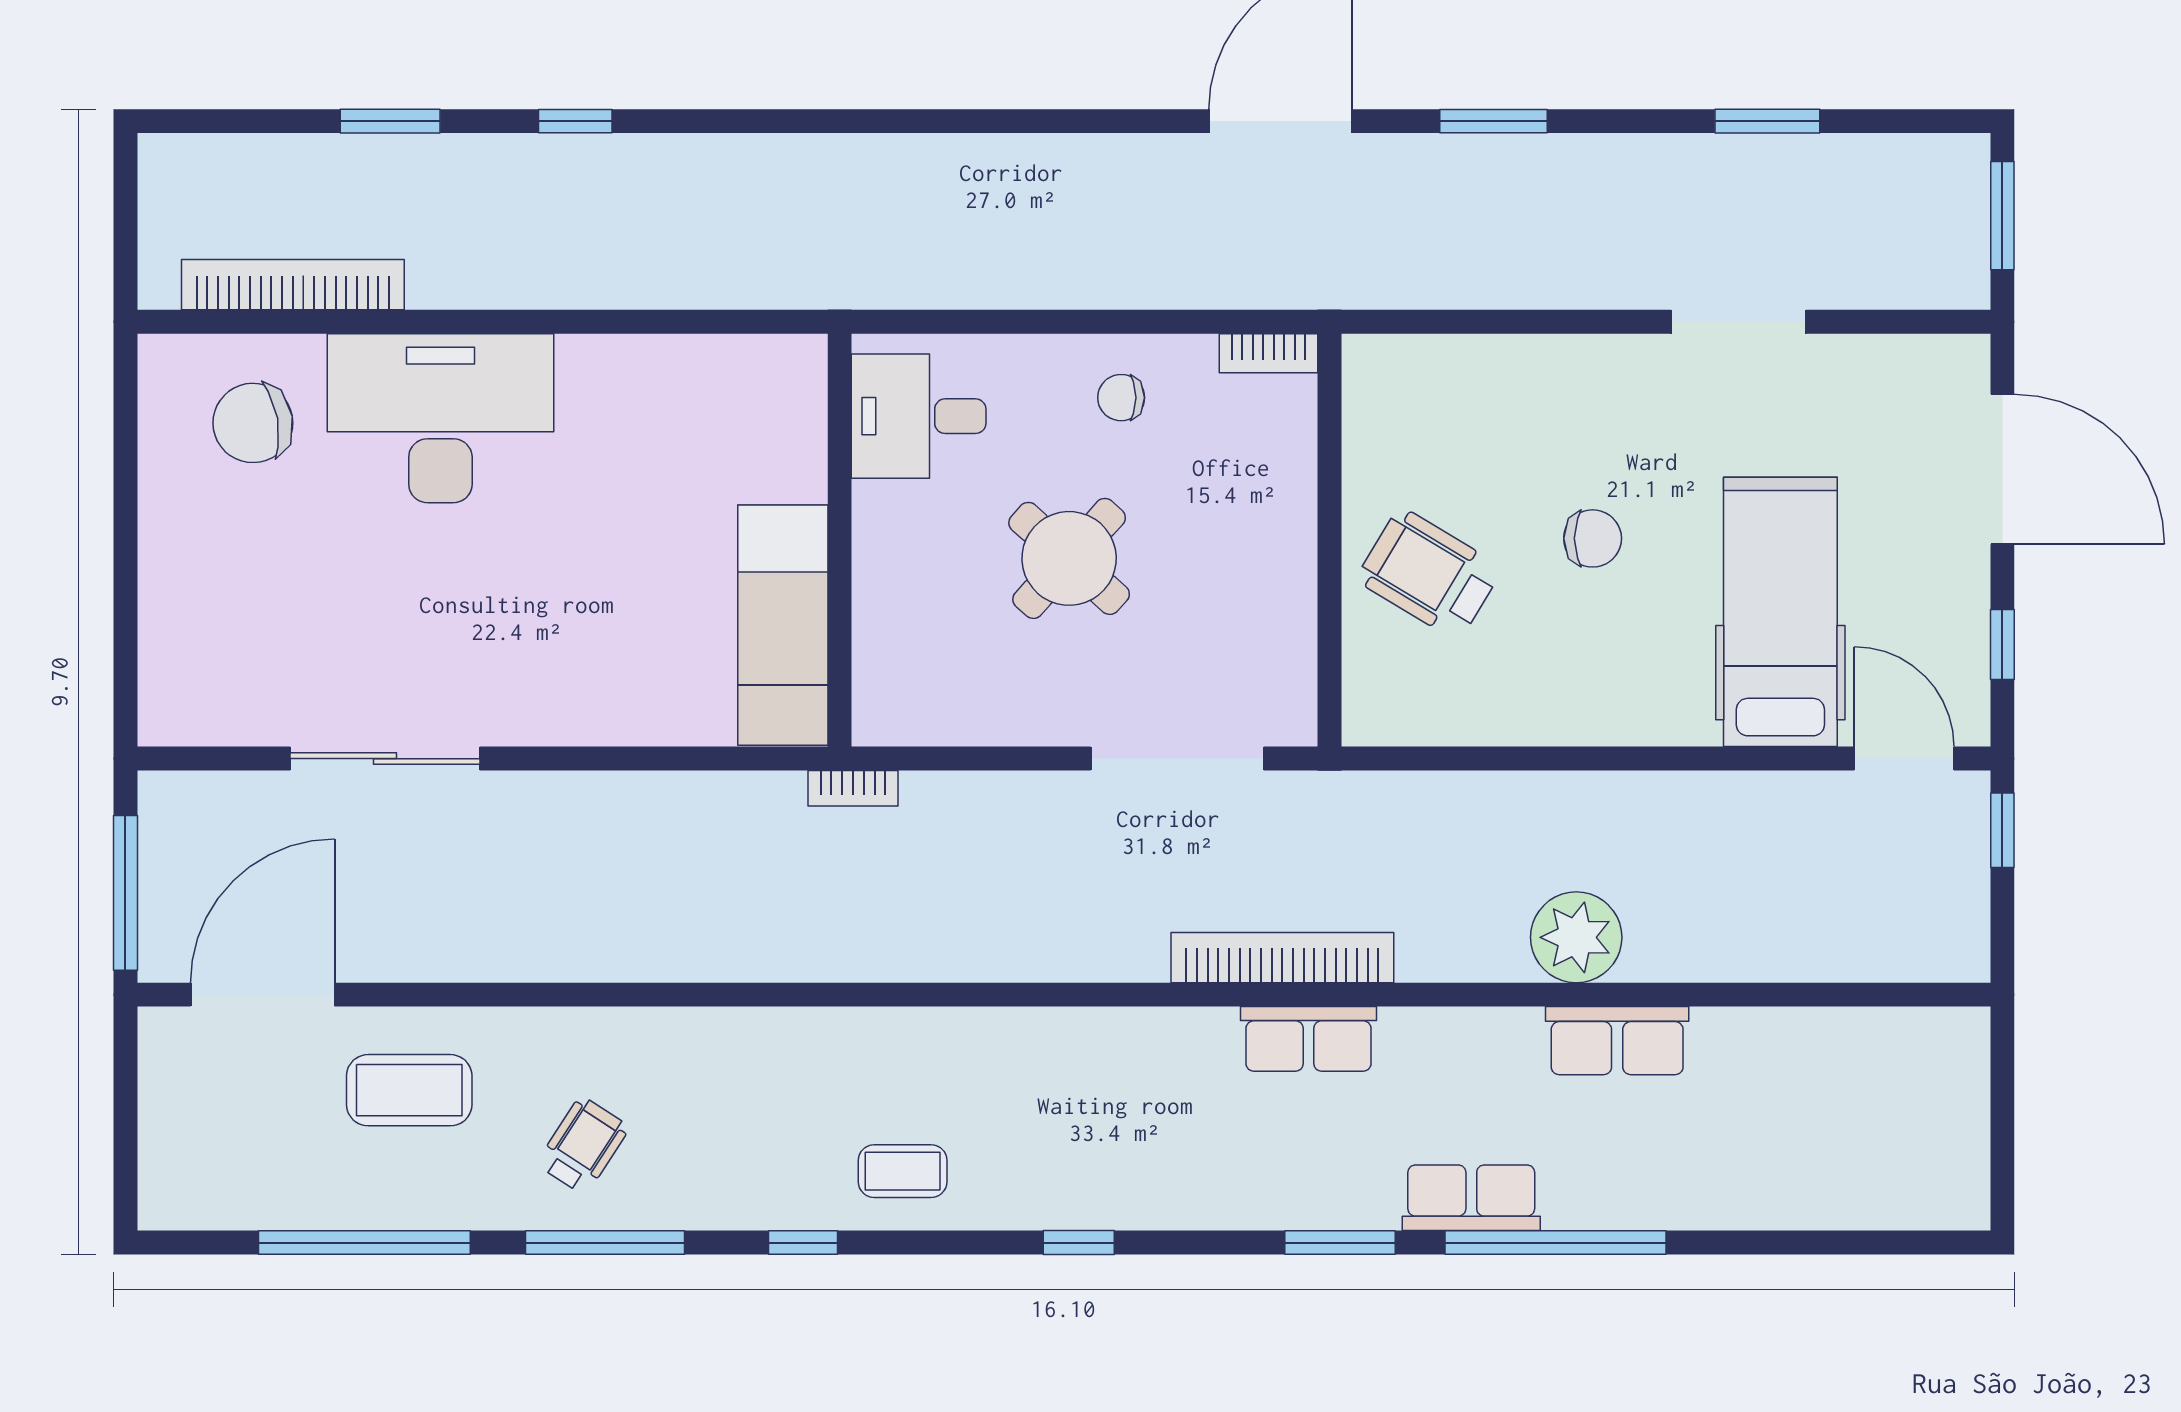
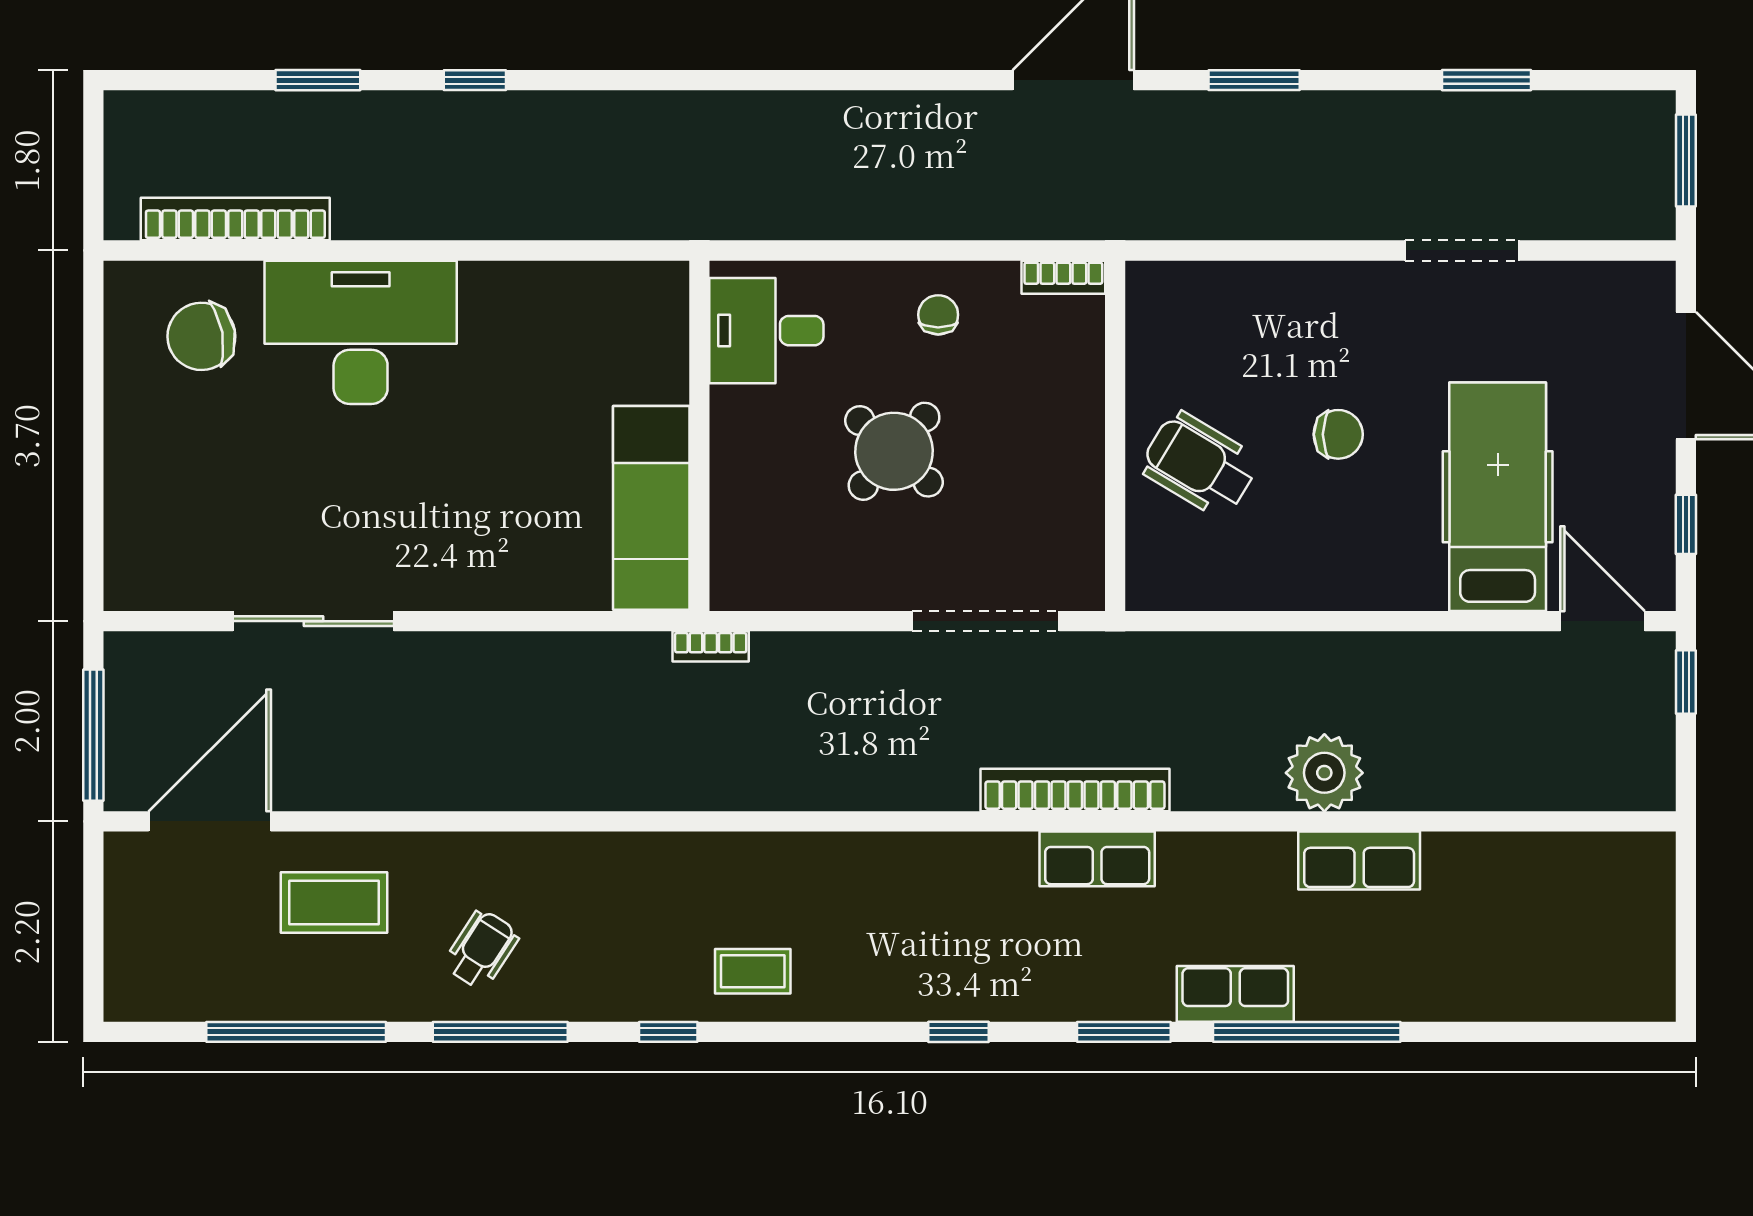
chair: (1121, 398) -> (938, 315), turned 90
window: (1079, 1243) -> (959, 1032), moved

